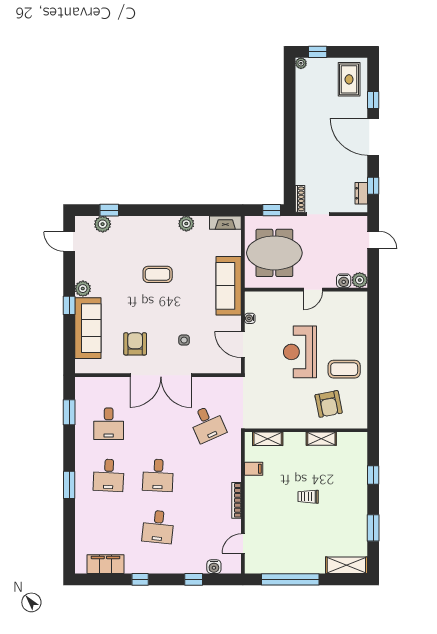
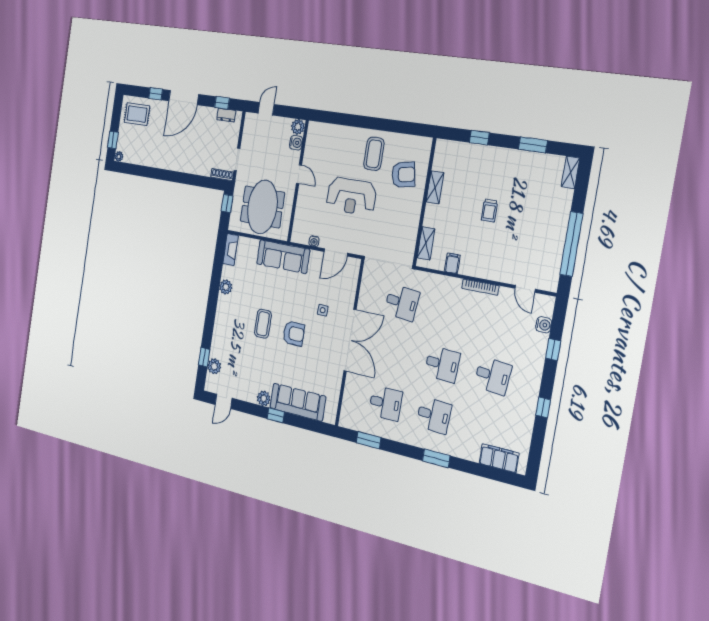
armchair: (135, 344) -> (294, 333), moved, turned 180
desk: (207, 424) -> (402, 303), turned 30
filing cabinet: (105, 564) -> (499, 458), moved, turned 90
shelving: (346, 565) -> (571, 172), width x0.67, depth x0.75

